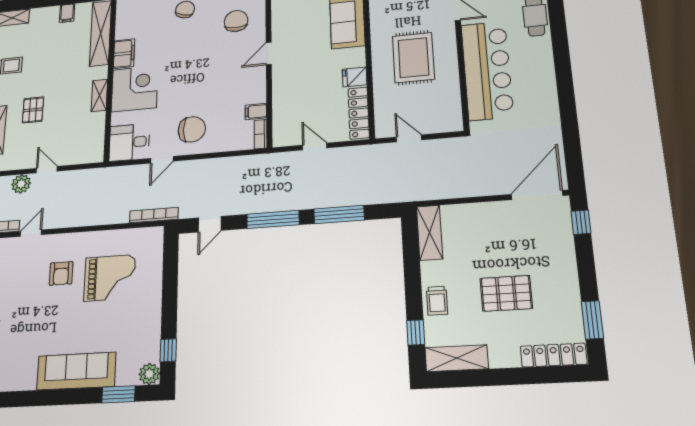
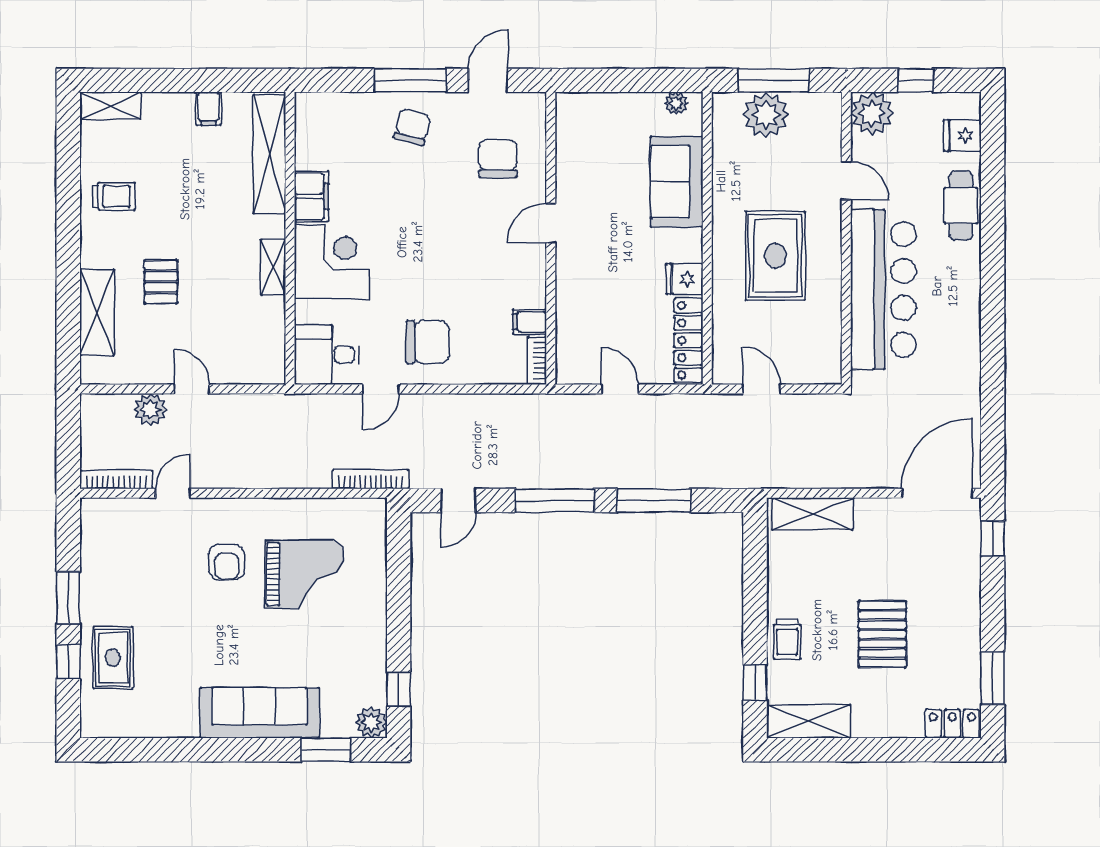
shelving: (430, 233) -> (813, 514), moved, turned 90
pallet: (506, 293) -> (882, 634), turned 90
locker: (554, 355) -> (952, 724), width x0.66

